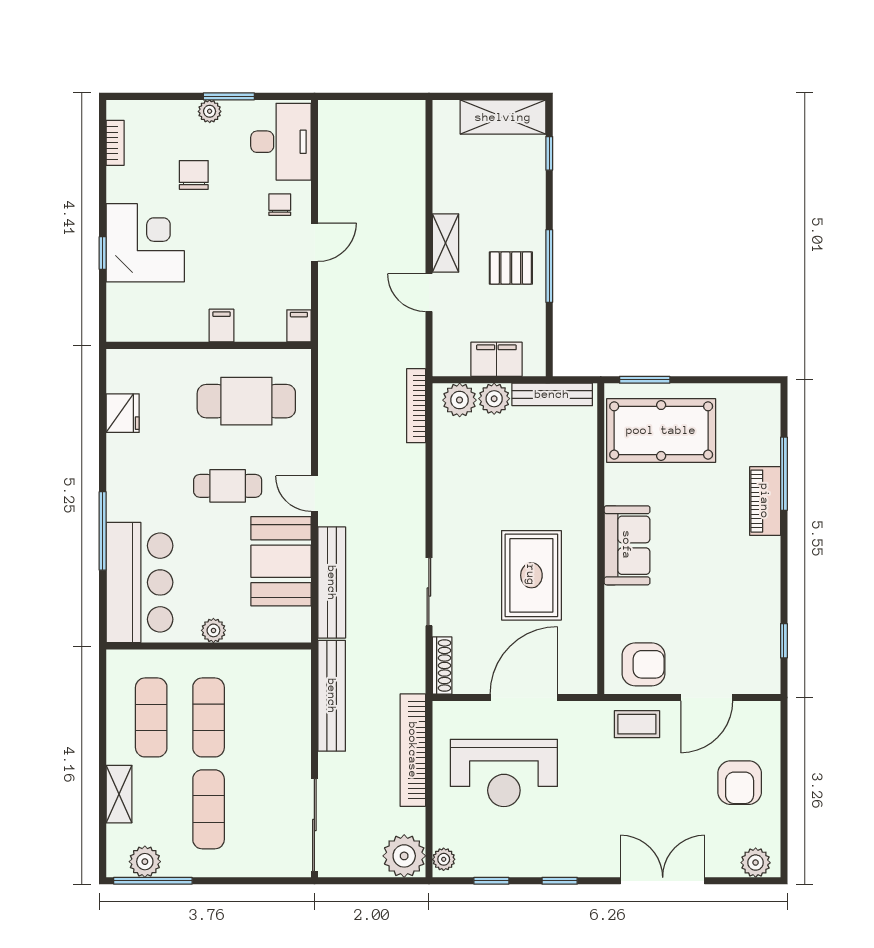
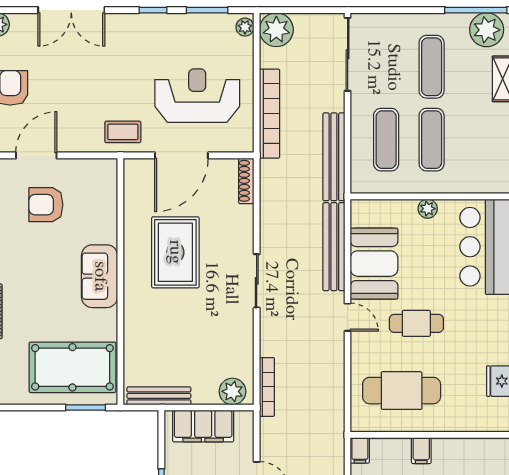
filing cabinet: (496, 359) -> (203, 426), width x1.50, depth x1.17
plant: (494, 399) -> (205, 392), removed
sliding door: (429, 592) -> (257, 281), moved
armchair: (644, 664) -> (46, 205), moved
exercise mat: (151, 717) -> (386, 140), moved
coffee table: (637, 724) -> (123, 132), moved
plant: (145, 862) -> (487, 30), width x1.36, depth x1.36
window: (491, 881) -> (207, 10), width x1.50

